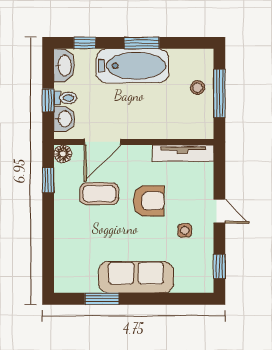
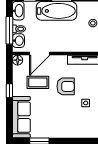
window: (48, 100) -> (9, 30), width x2.17
window: (48, 180) -> (9, 91), moved
sofa: (136, 277) -> (21, 117), moved, turned 90

